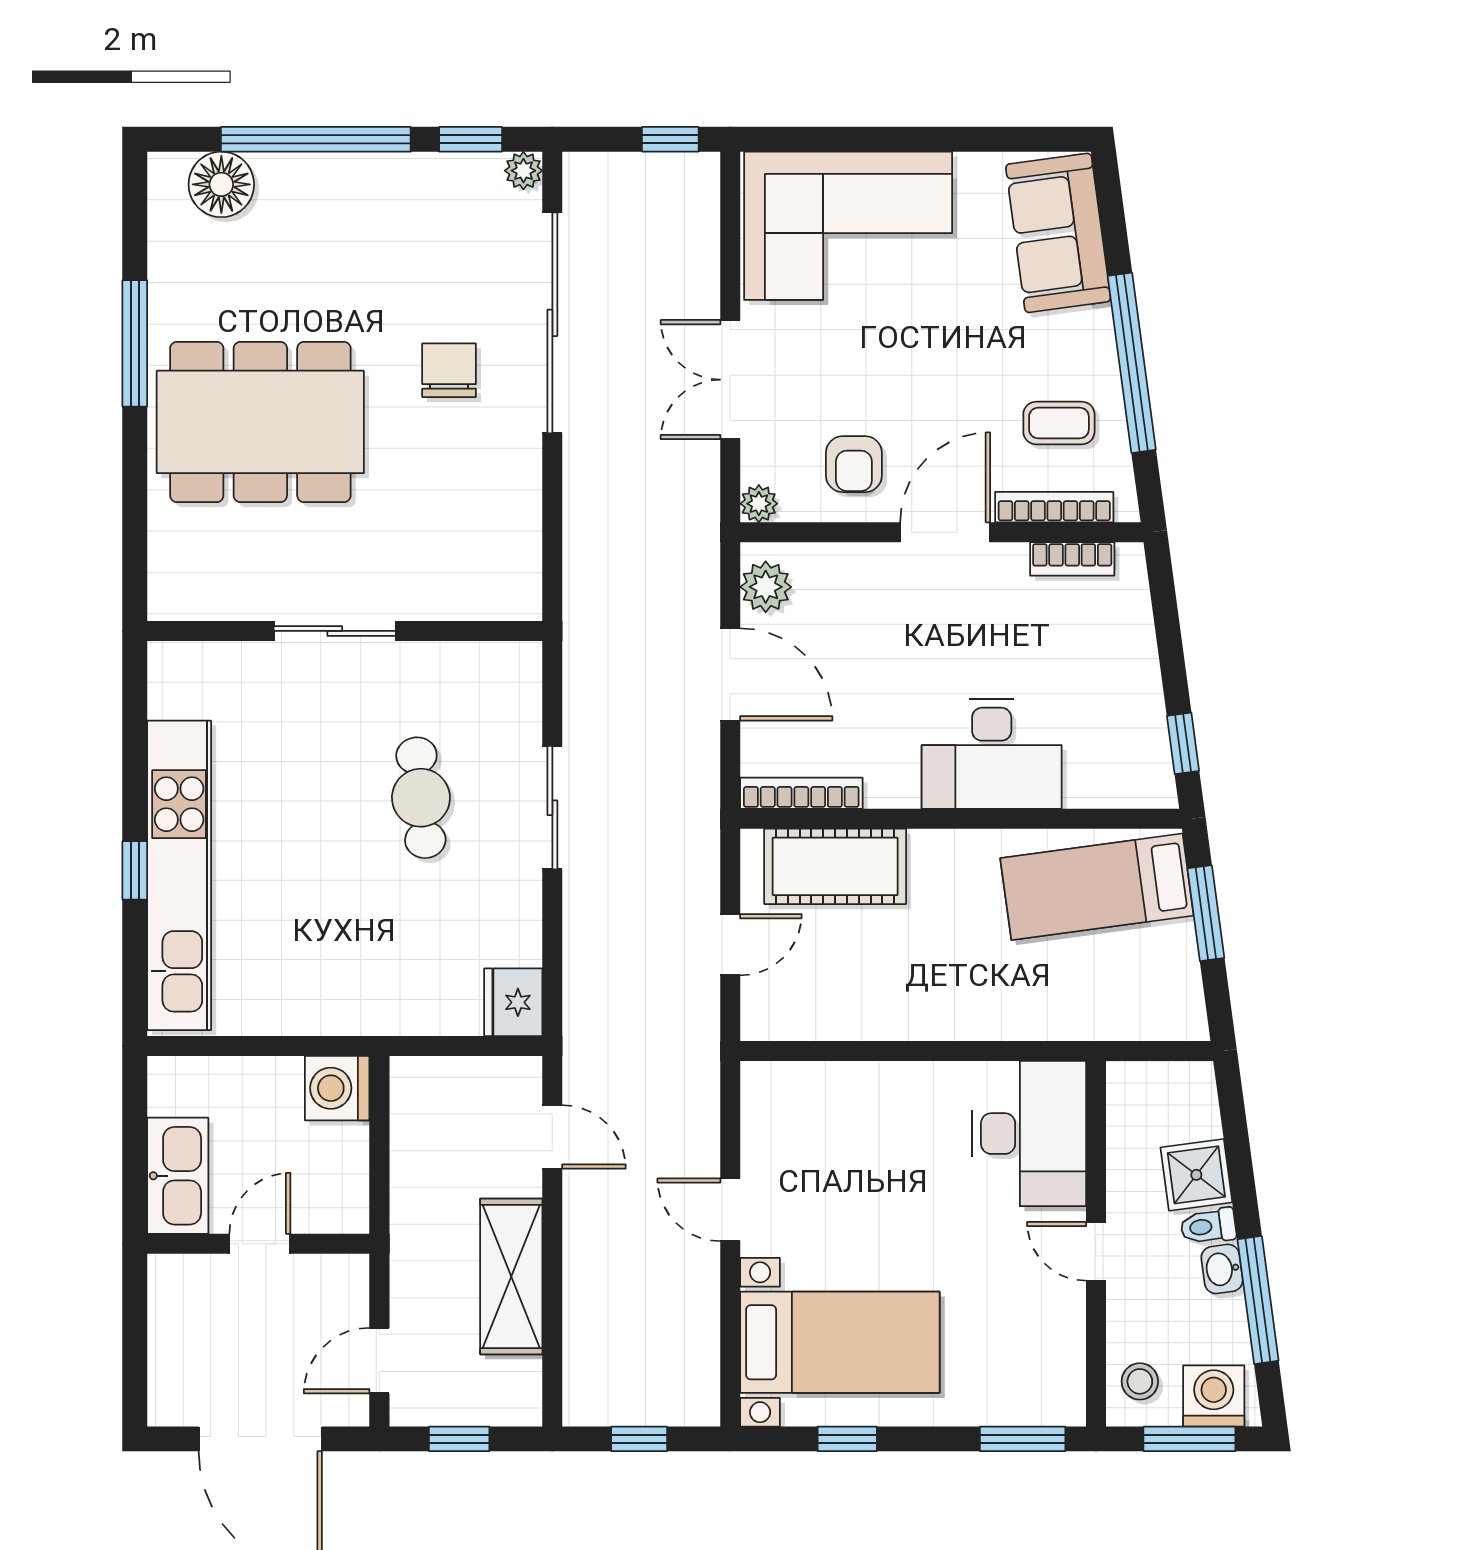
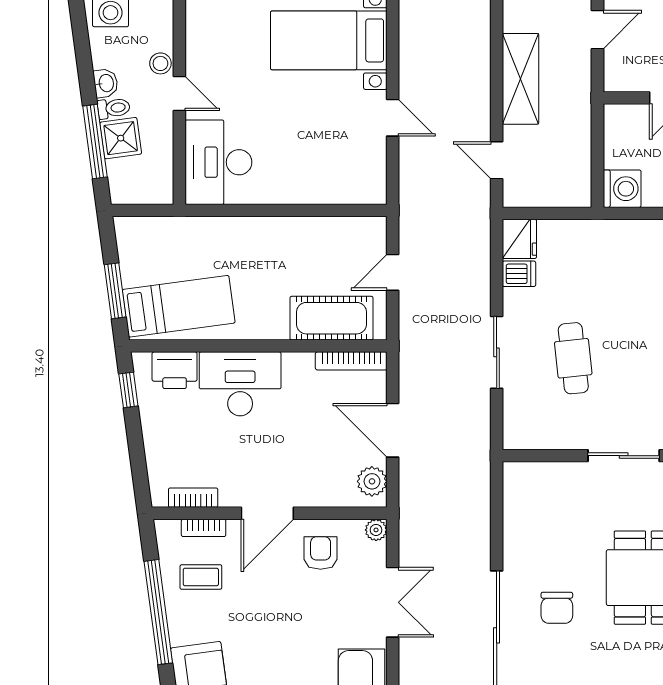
bookcase: (1054, 507) -> (204, 528), width x0.64
printer: (1104, 777) -> (175, 370), added
dishwasher: (514, 942) -> (519, 274), added
window: (1258, 1300) -> (95, 141), moved
stool: (1140, 1381) -> (160, 63), moved

